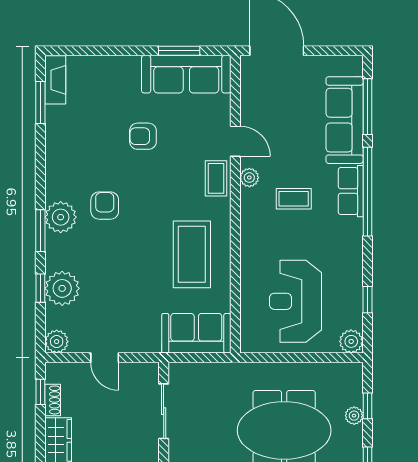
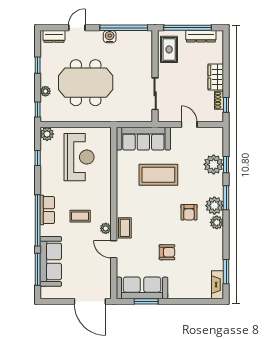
row of seats: (351, 191) -> (47, 210), moved
coffee table: (192, 254) -> (158, 175), moved, turned 90
sofa: (196, 333) -> (143, 139), width x1.36
plant: (57, 342) -> (217, 222), moved
window: (367, 406) -> (38, 109), moved

